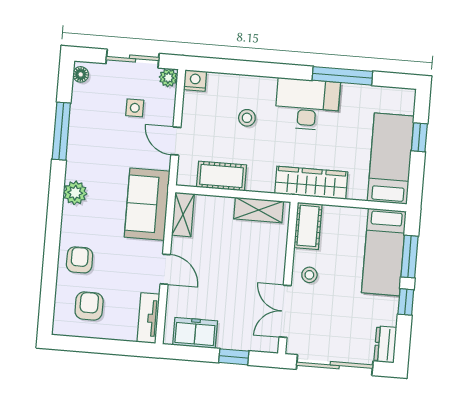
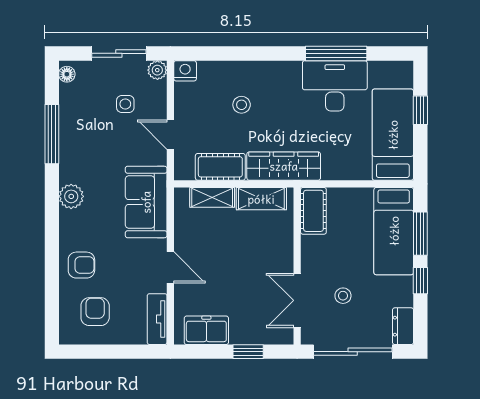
desk: (307, 104) -> (335, 86), moved
wardrobe: (311, 183) -> (284, 166), moved
shelving: (183, 214) -> (212, 197), moved, turned 90
armchair: (80, 260) -> (81, 265), turned 90
stool: (309, 275) -> (343, 296), moved

